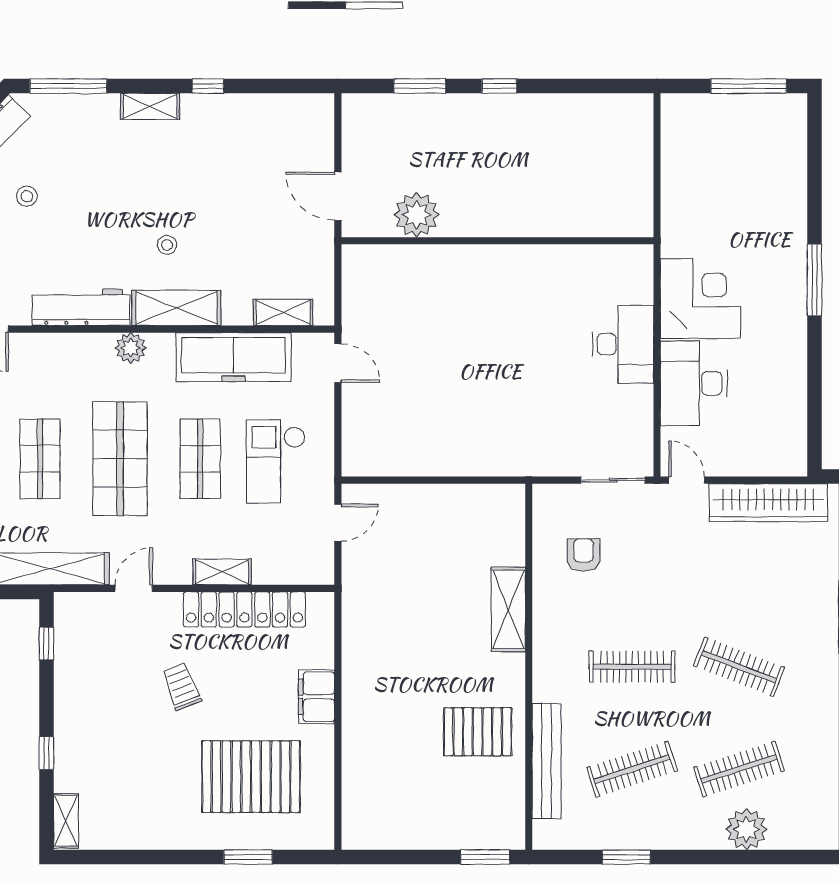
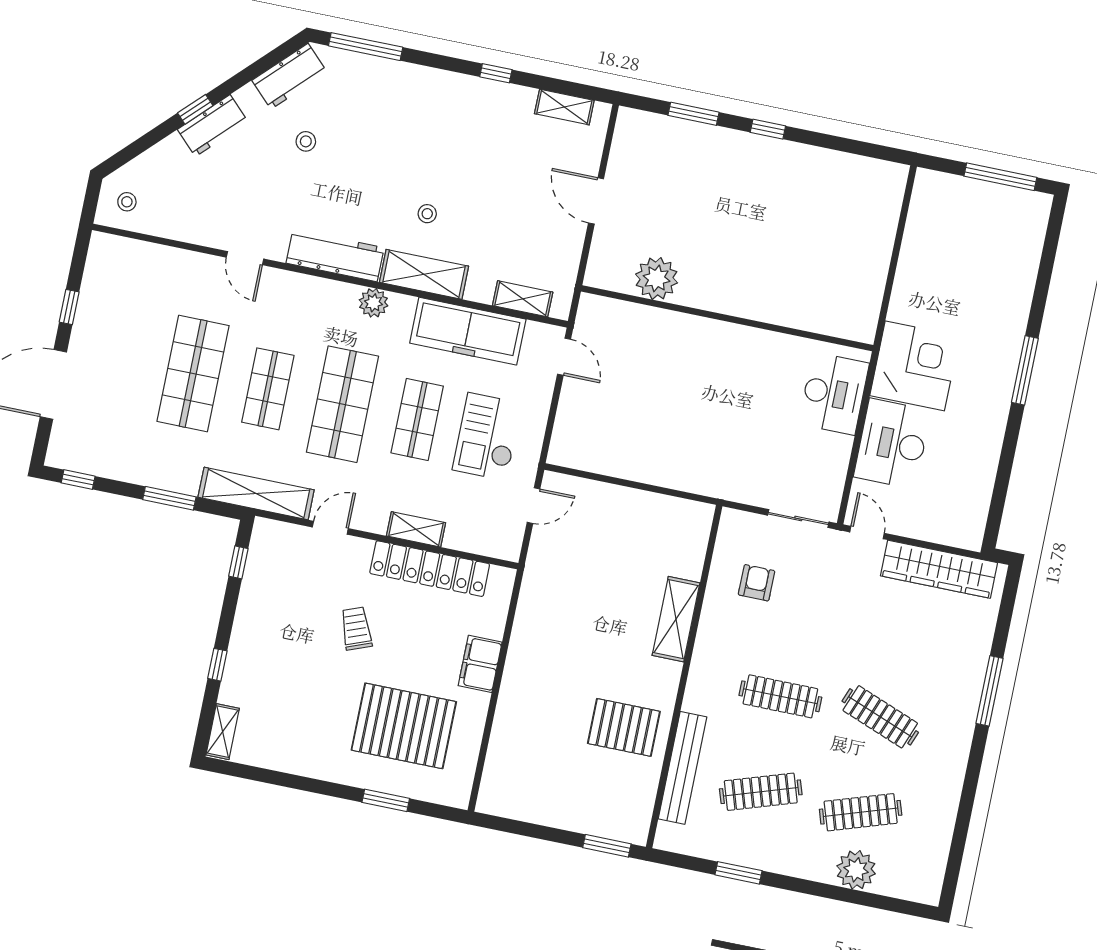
shelving: (150, 106) -> (564, 107), moved
plant: (417, 215) -> (657, 278), moved
wall: (497, 241) -> (727, 318), moved

